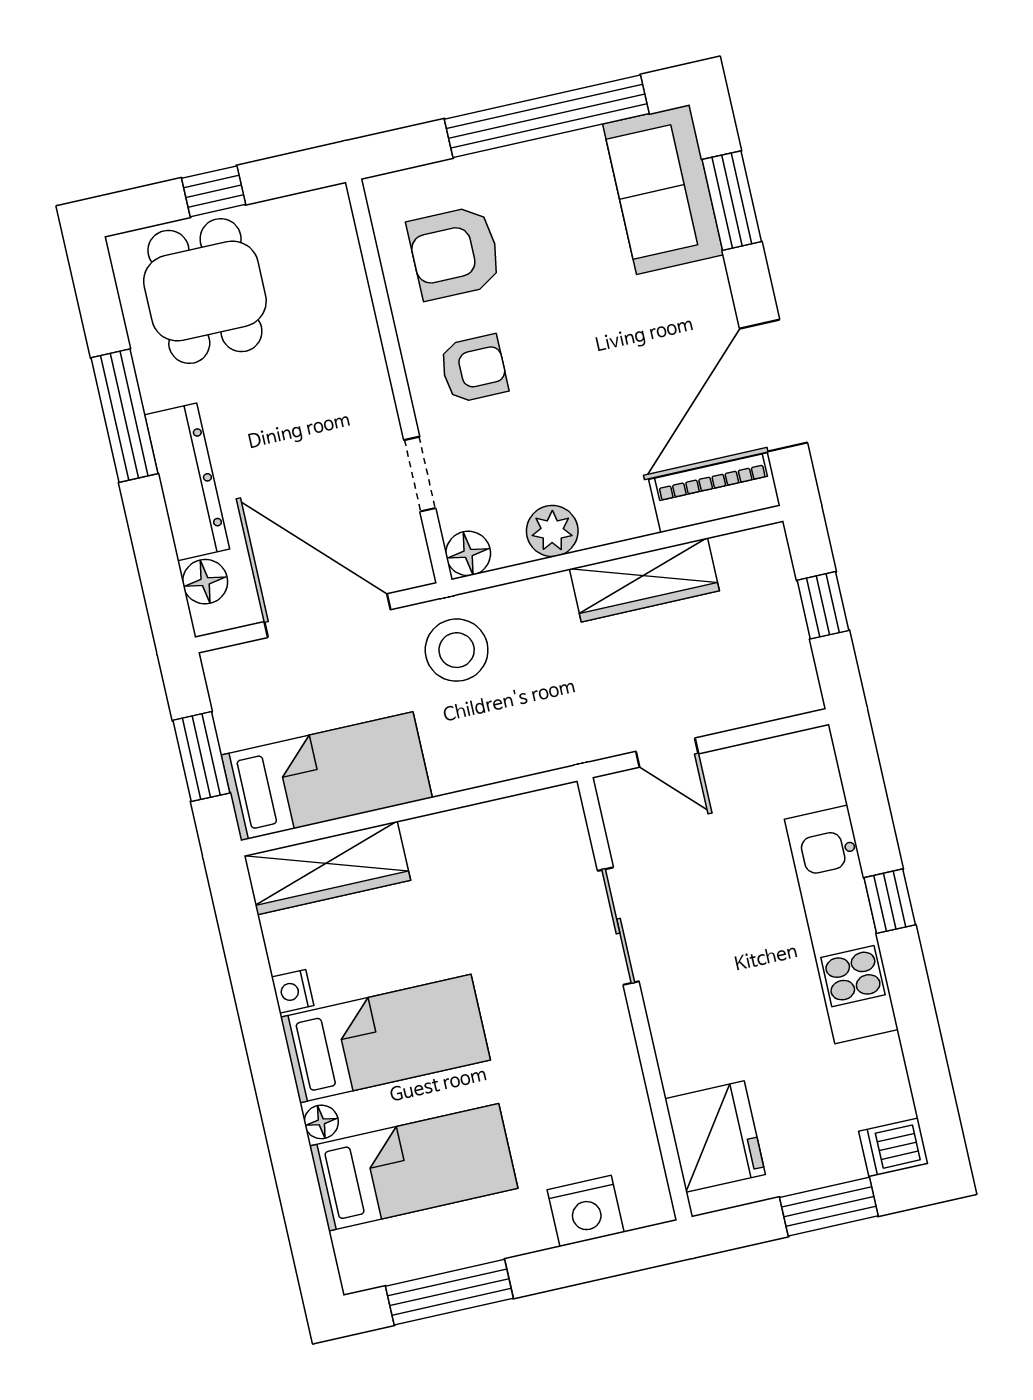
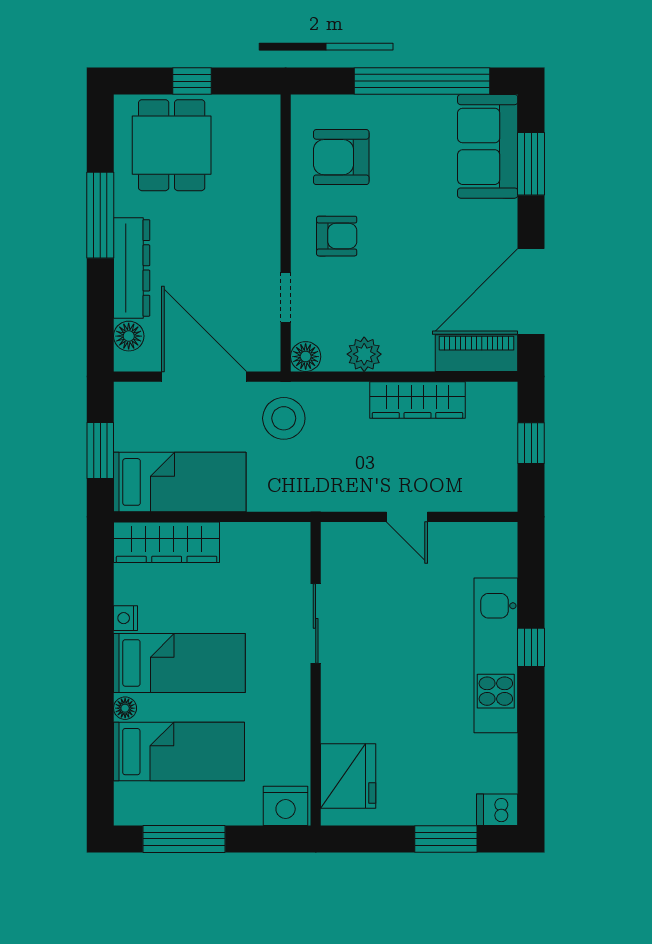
sliding door: (618, 926) -> (316, 623), moved
wall: (635, 999) -> (316, 674), moved
fridge: (715, 1137) -> (348, 776), moved

